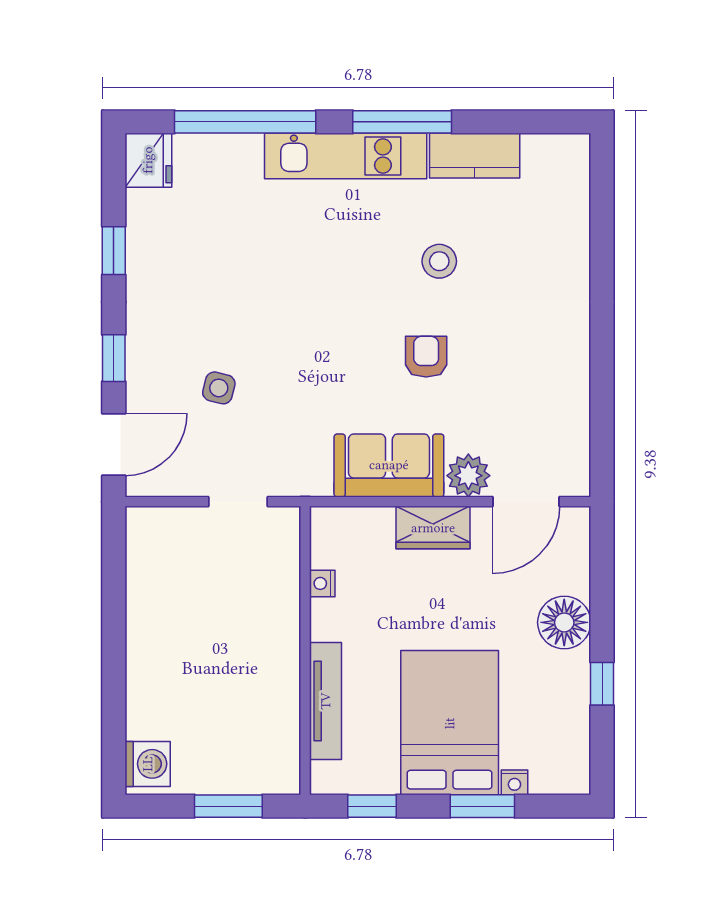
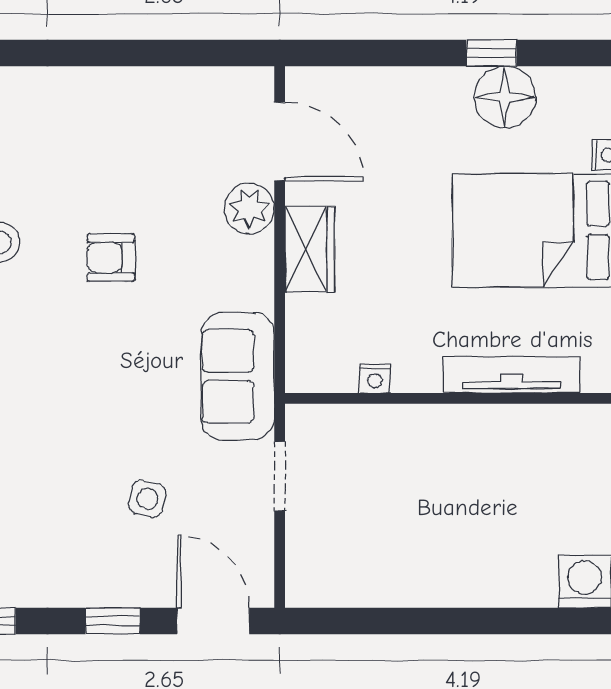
sofa: (389, 465) -> (238, 376), moved
floor lamp: (564, 622) -> (505, 97), moved

